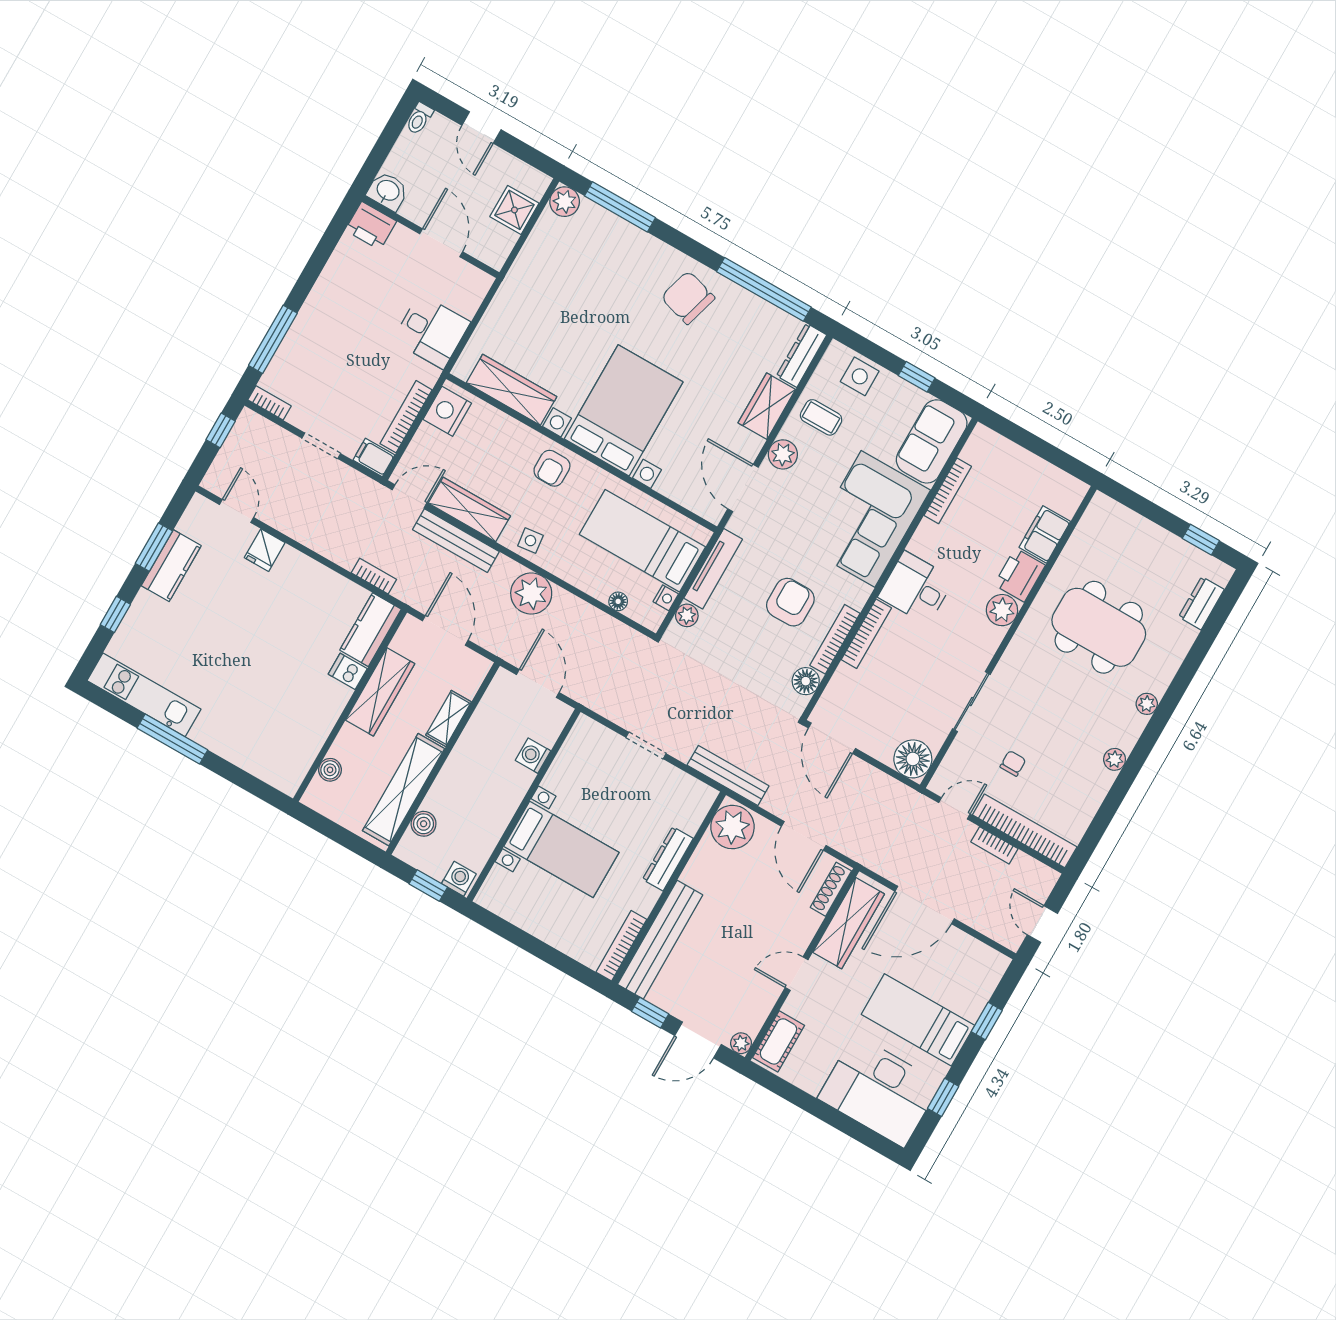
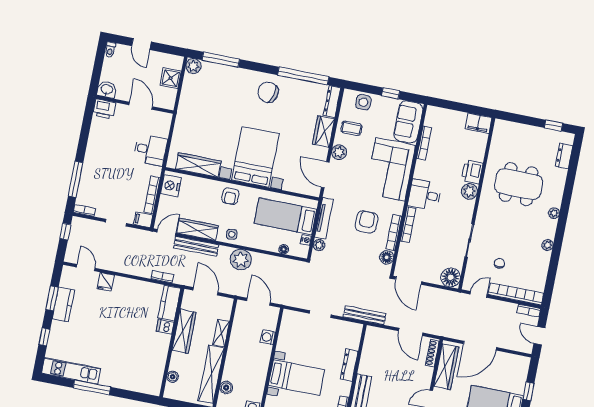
filing cabinet: (1045, 534) -> (479, 123), moved, turned -90
plant: (732, 827) -> (375, 339), removed
bookcase: (994, 845) -> (529, 311), moved

